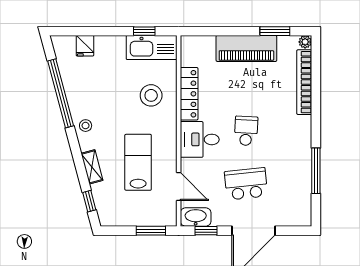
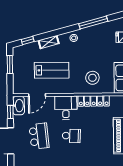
window: (61, 93) -> (93, 23), width x0.68
window: (151, 231) -> (10, 65), moved

